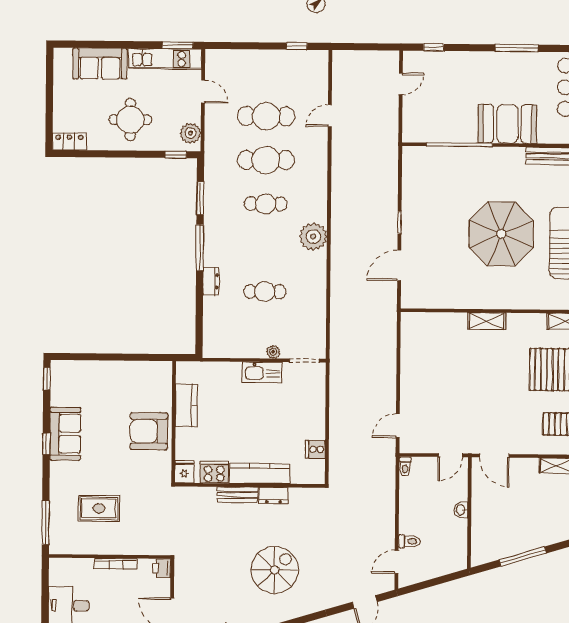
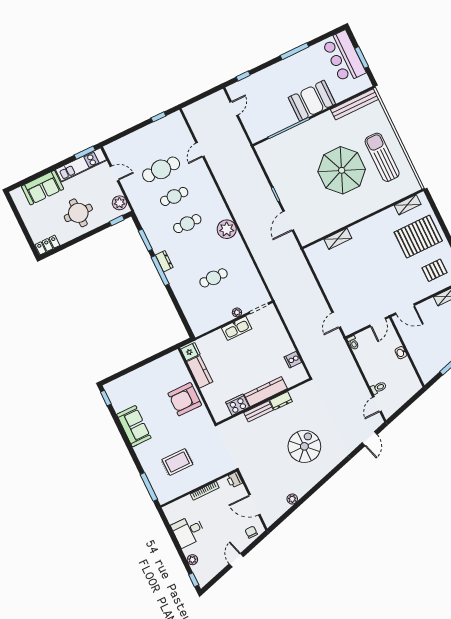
cafe table: (266, 160) -> (174, 196), width x0.73, depth x0.74
dresser: (211, 281) -> (164, 261), moved
shelving: (487, 321) -> (338, 239), moved
window: (46, 444) -> (125, 438), removed
fridge: (184, 472) -> (190, 352), moved, turned 90

